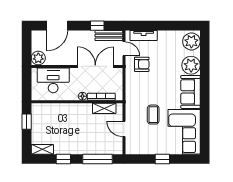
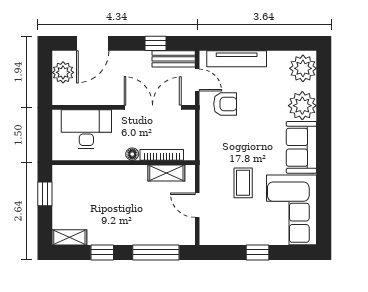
tv unit: (144, 35) -> (237, 59), width x1.41
plant: (38, 58) -> (63, 72), moved

